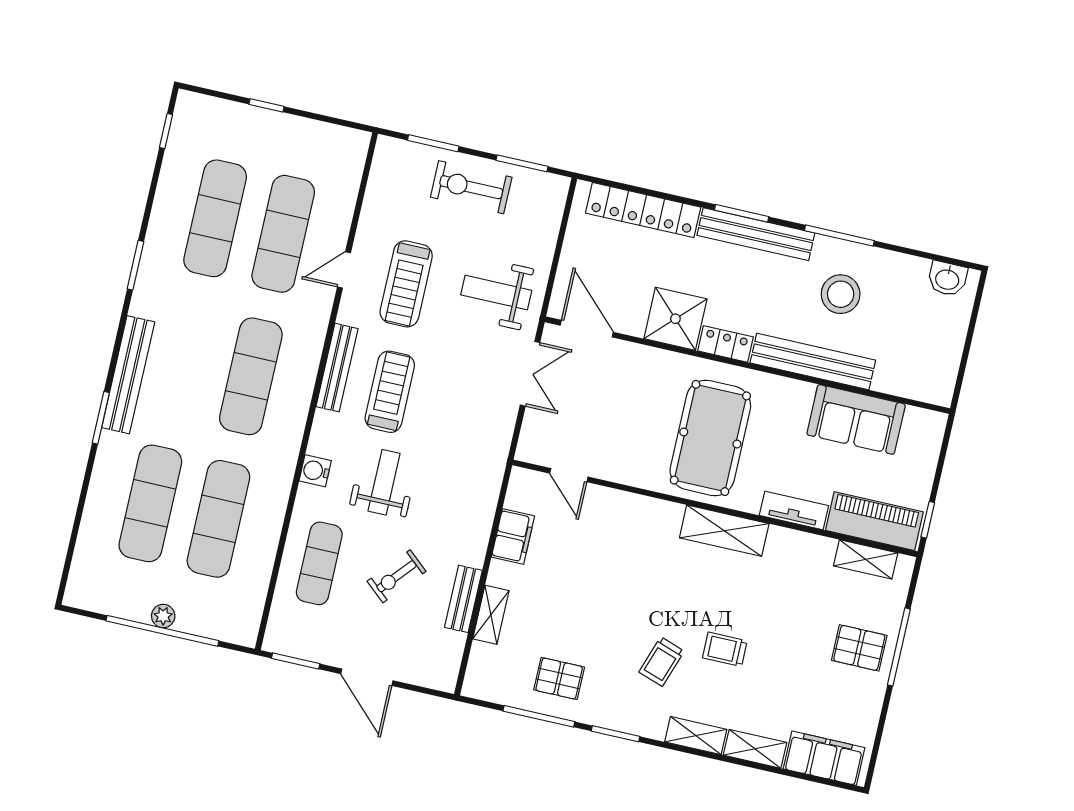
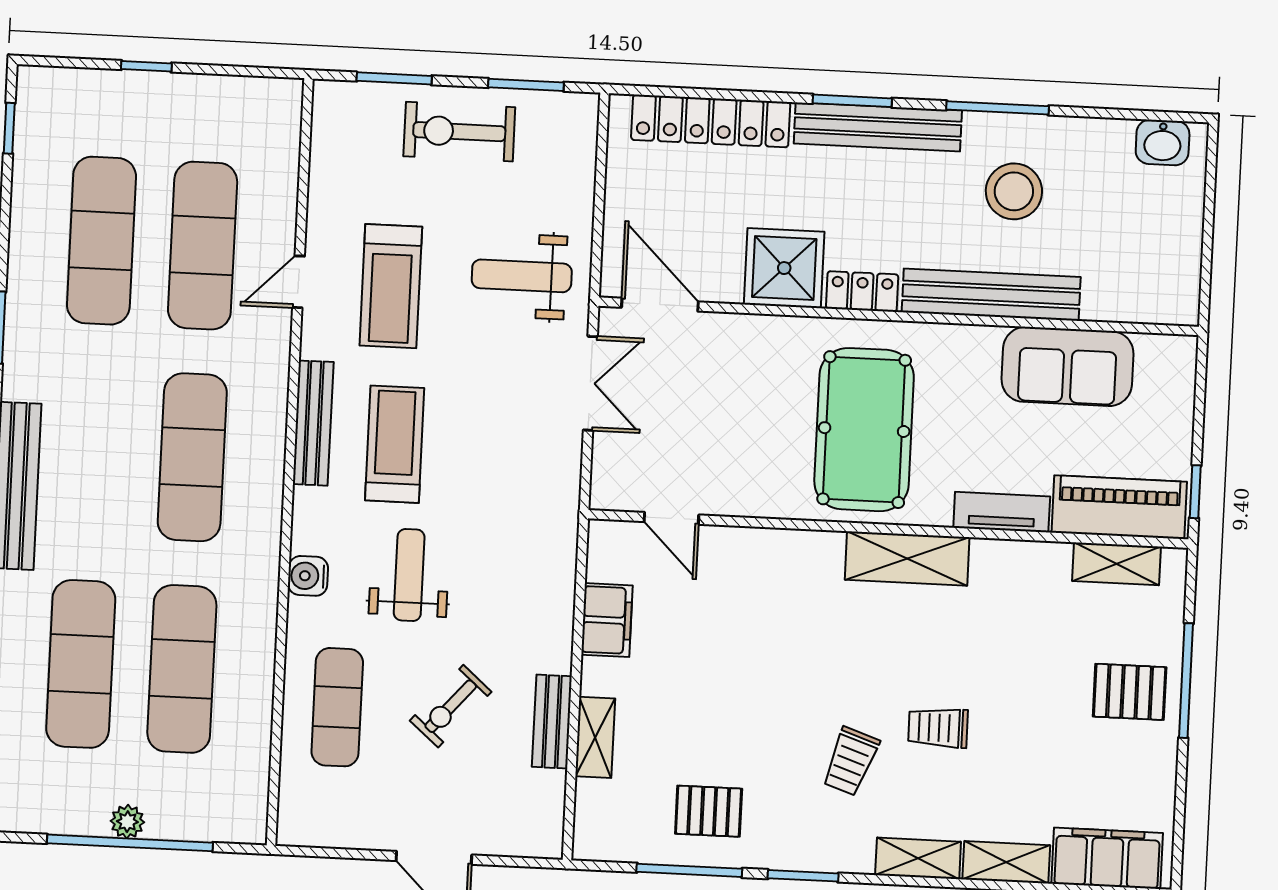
window: (296, 661) -> (328, 853), removed

